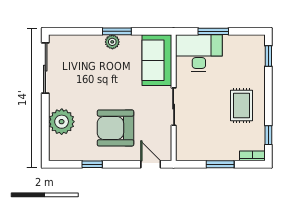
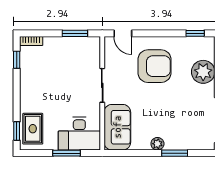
window: (117, 31) -> (175, 153), moved
rug: (241, 105) -> (33, 129), moved
window: (92, 164) -> (195, 33), moved
window: (220, 164) -> (75, 33), moved

